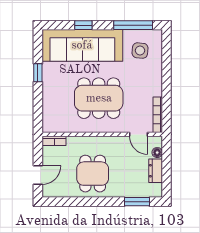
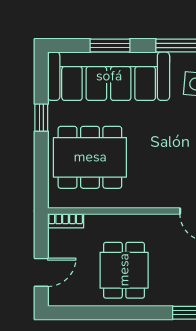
window: (83, 25) -> (110, 46), width x1.50
dining table: (99, 98) -> (90, 157), moved

